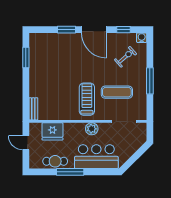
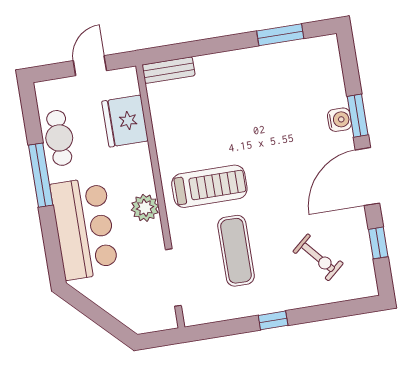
water cooler: (142, 38) -> (339, 120), moved
window: (150, 81) -> (273, 320), width x0.46

